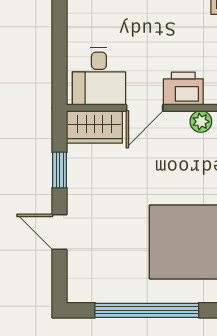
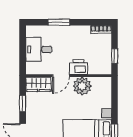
desk: (99, 76) -> (39, 49), moved, turned 90
plant: (201, 122) -> (82, 86), width x1.87, depth x1.87

